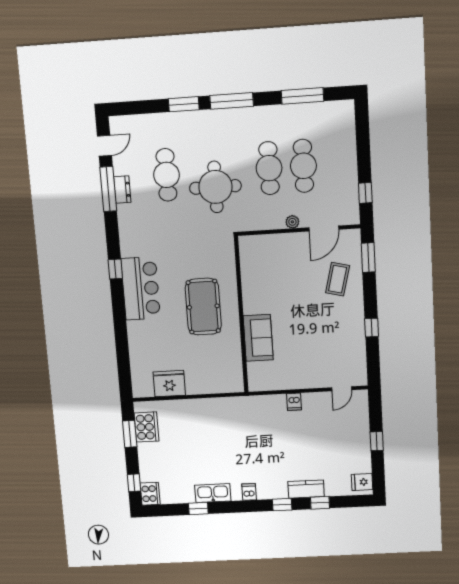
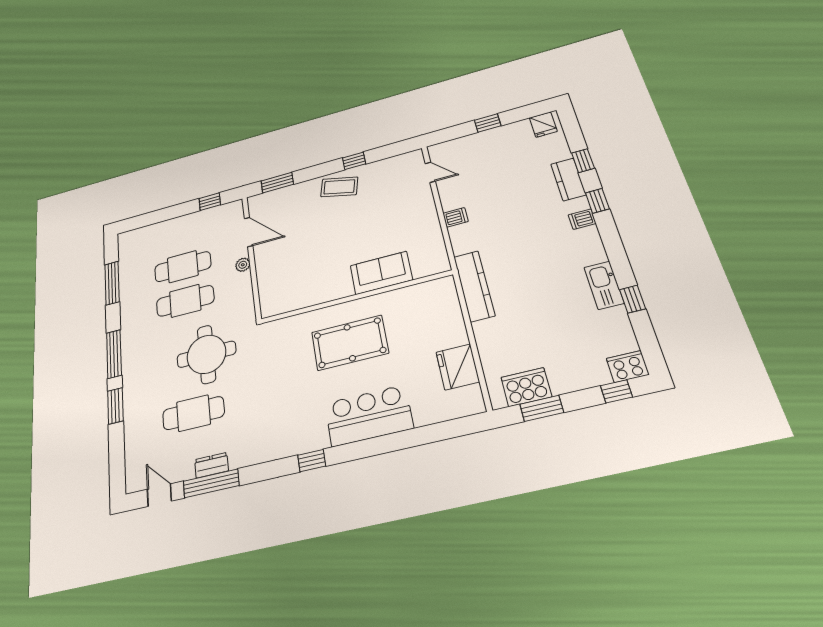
coffee table: (338, 279) -> (339, 187), moved
bar counter: (141, 288) -> (369, 416), moved
kitchen counter: (231, 406) -> (474, 286), added
dishwasher: (249, 492) -> (582, 219), moved

